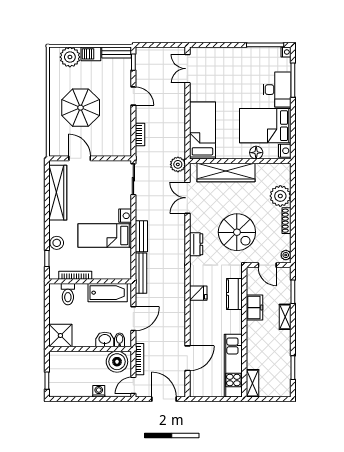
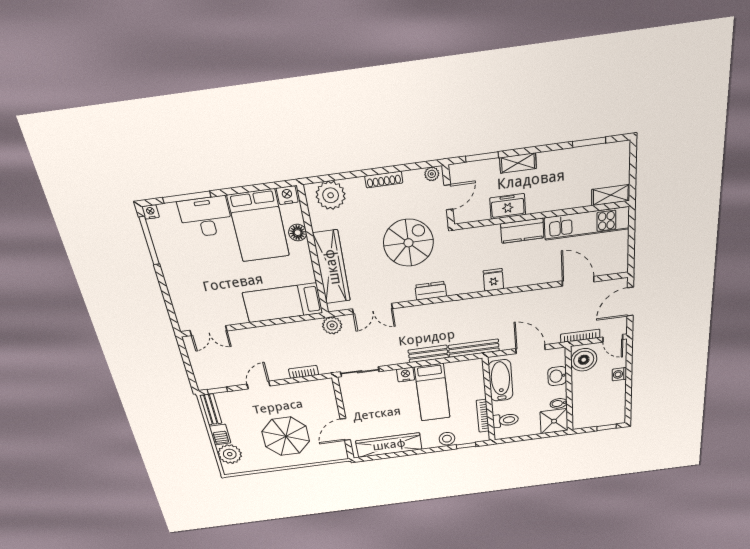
plant: (280, 196) -> (331, 195), moved
kitchen counter: (234, 294) -> (522, 231), moved
bidet: (120, 340) -> (559, 403), moved

